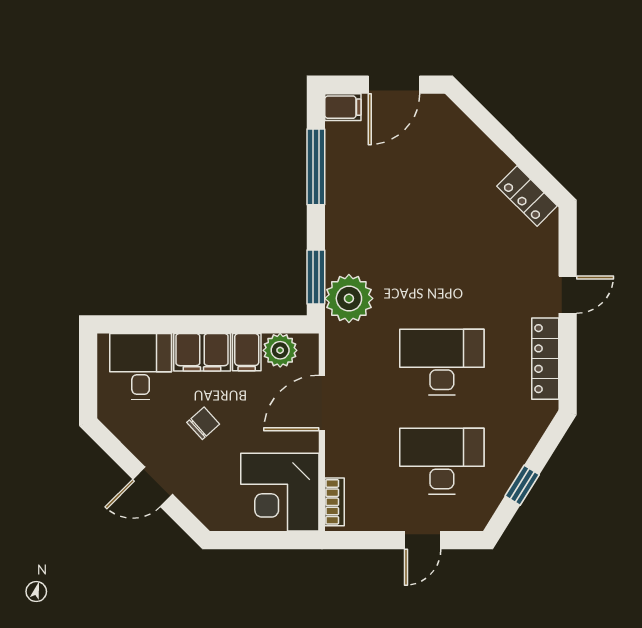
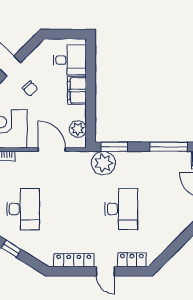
locker: (527, 196) -> (132, 260), moved, turned 45
filing cabinet: (247, 352) -> (77, 113), removed
desk: (442, 362) -> (121, 209), moved
chair: (203, 423) -> (30, 89), moved

